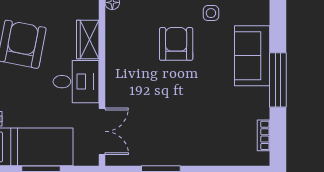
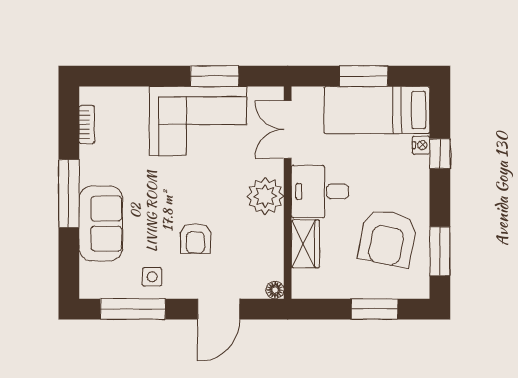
armchair: (176, 44) -> (195, 238), width x0.72, depth x0.72
plant: (120, 78) -> (265, 196), added
corner sofa: (174, 138) -> (198, 121), added

